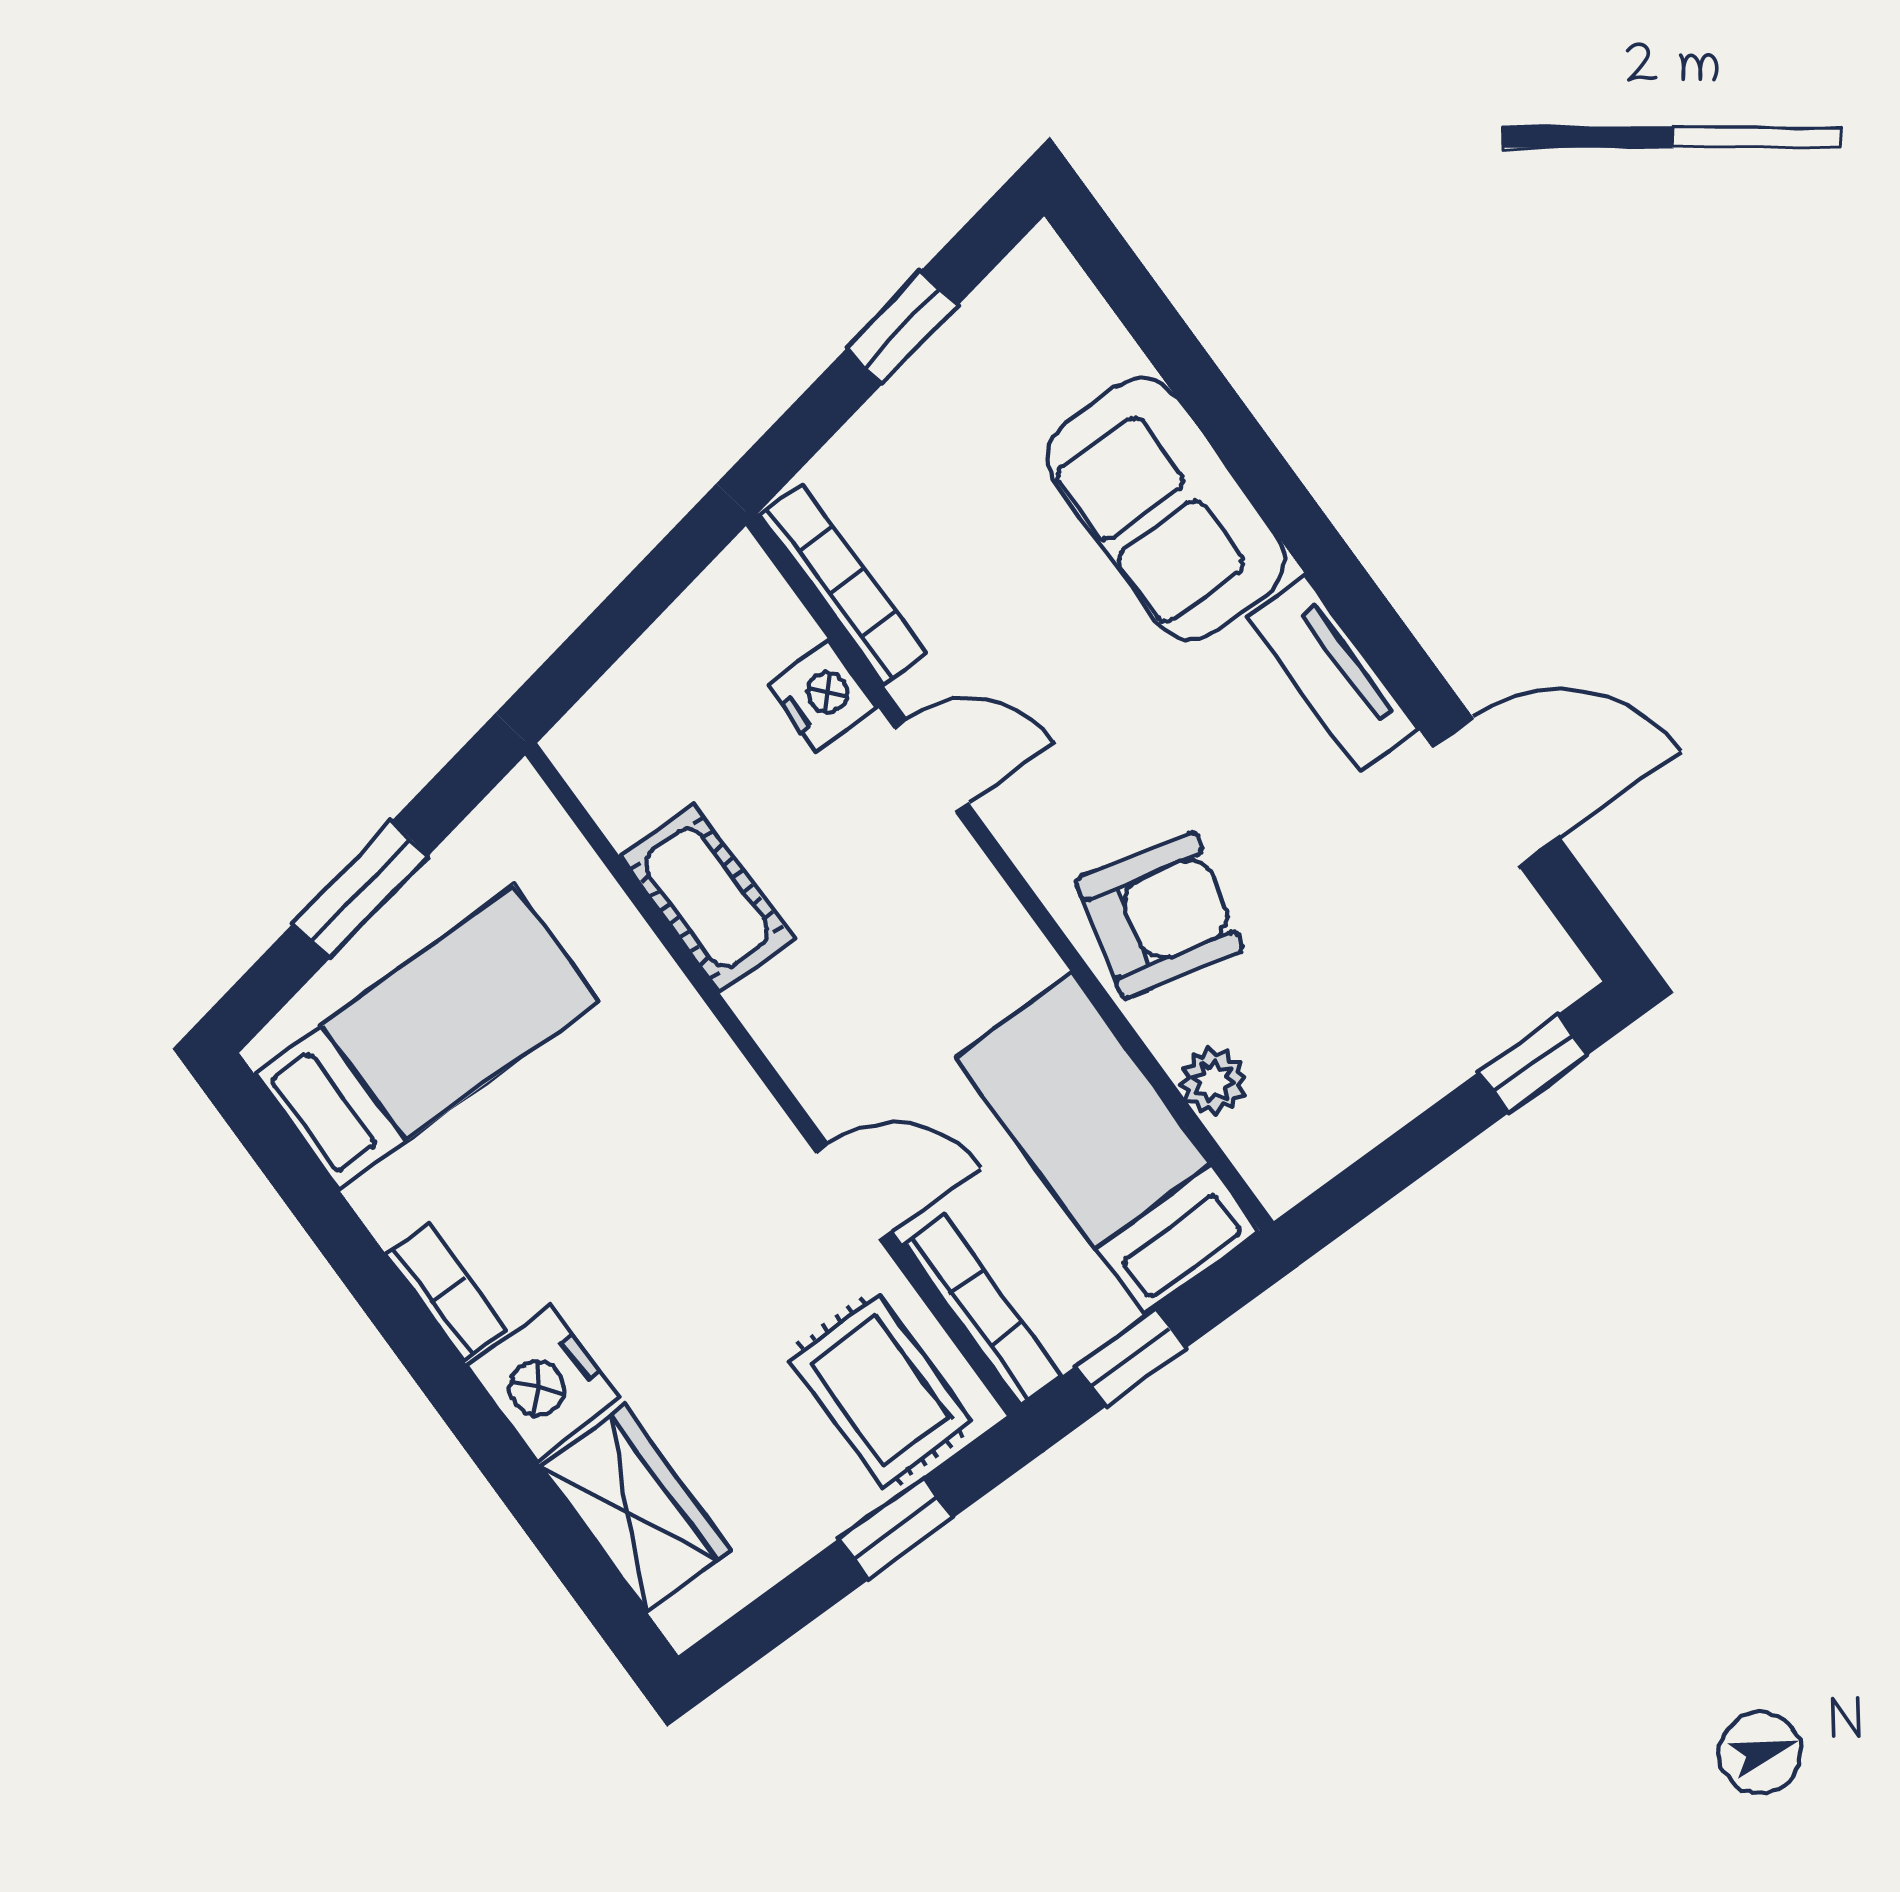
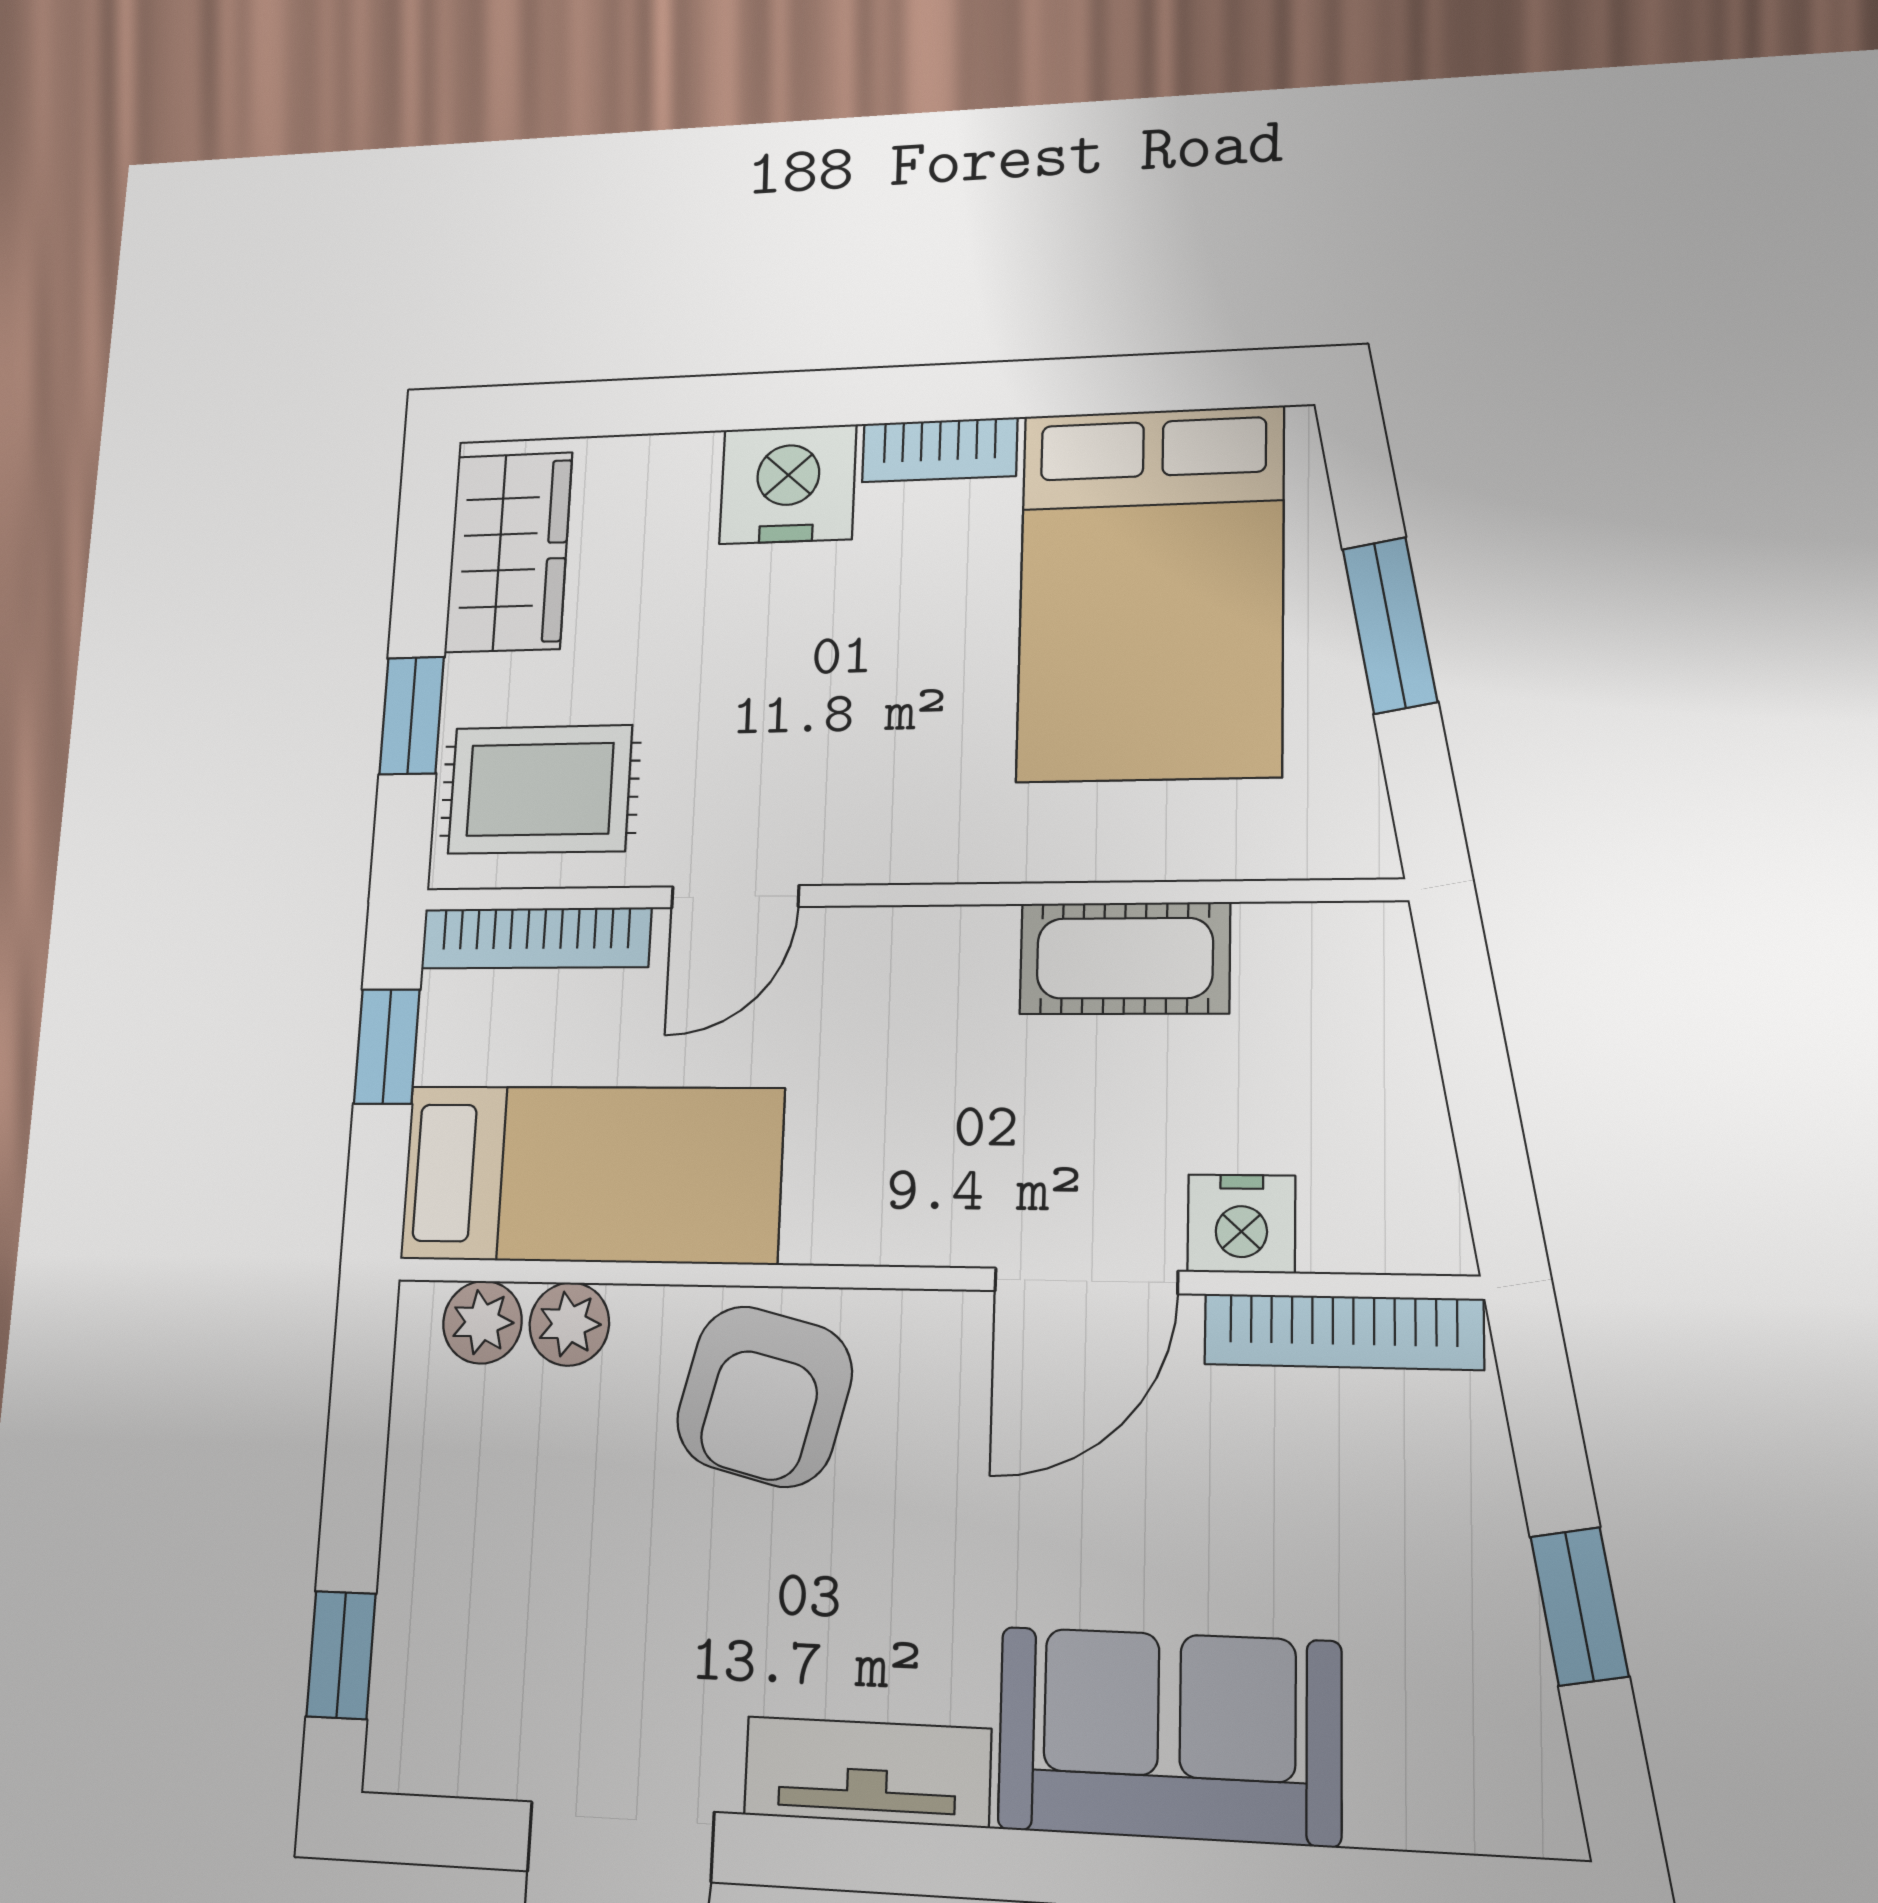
door: (932, 766) -> (1086, 1281), width x1.38
bed: (426, 1038) -> (1151, 593), width x1.50
plant: (1257, 1141) -> (482, 1322), added
wardrobe: (635, 1508) -> (509, 552), moved, turned -90

